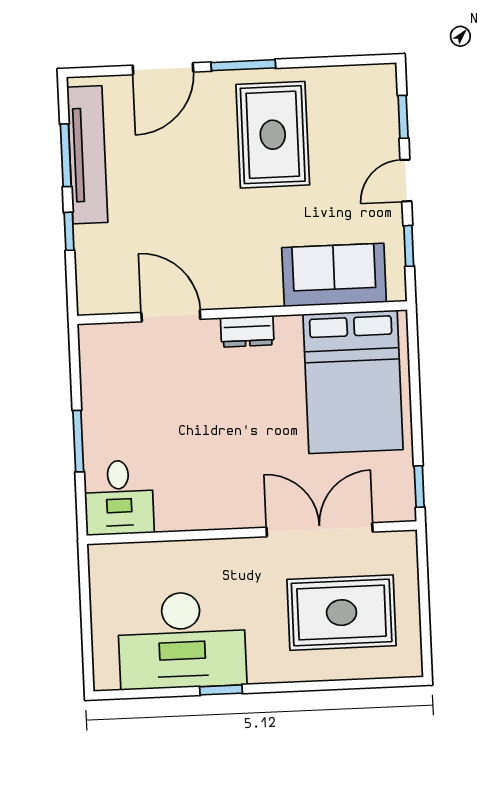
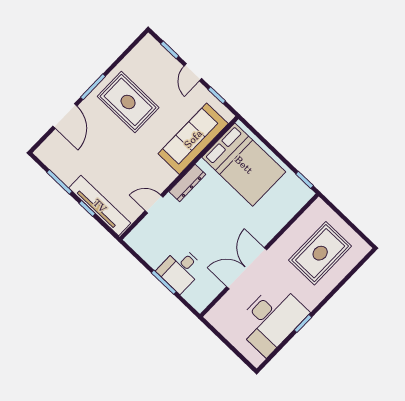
tv unit: (87, 155) -> (100, 206), moved
sofa: (334, 275) -> (193, 139), width x1.36
door: (171, 316) -> (154, 204), width x0.73
dresser: (247, 331) -> (187, 183), width x1.44
desk: (119, 498) -> (180, 270), moved, turned 90
double door: (320, 530) -> (247, 268), moved

